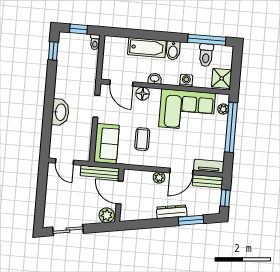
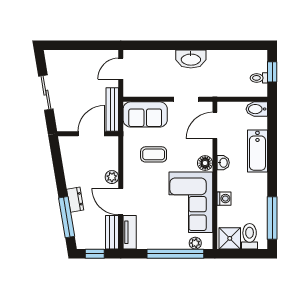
toilet: (95, 42) -> (259, 78), moved
bidet: (173, 50) -> (257, 109), moved
window: (53, 51) -> (245, 45), removed
toilet: (206, 55) -> (250, 236), moved, turned 90
floor lamp: (143, 94) -> (205, 163), moved
washbasin: (60, 112) -> (191, 59), moved
dresser: (172, 212) -> (75, 200), width x0.70
plant: (107, 215) -> (64, 121), removed
window: (191, 220) -> (67, 217), width x1.44
sliding door: (68, 230) -> (46, 93), moved

